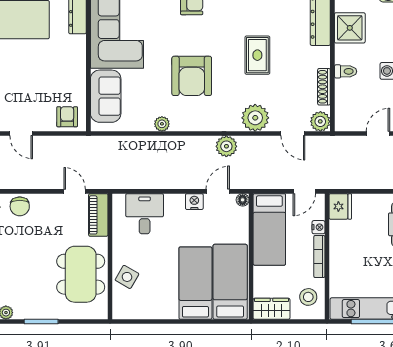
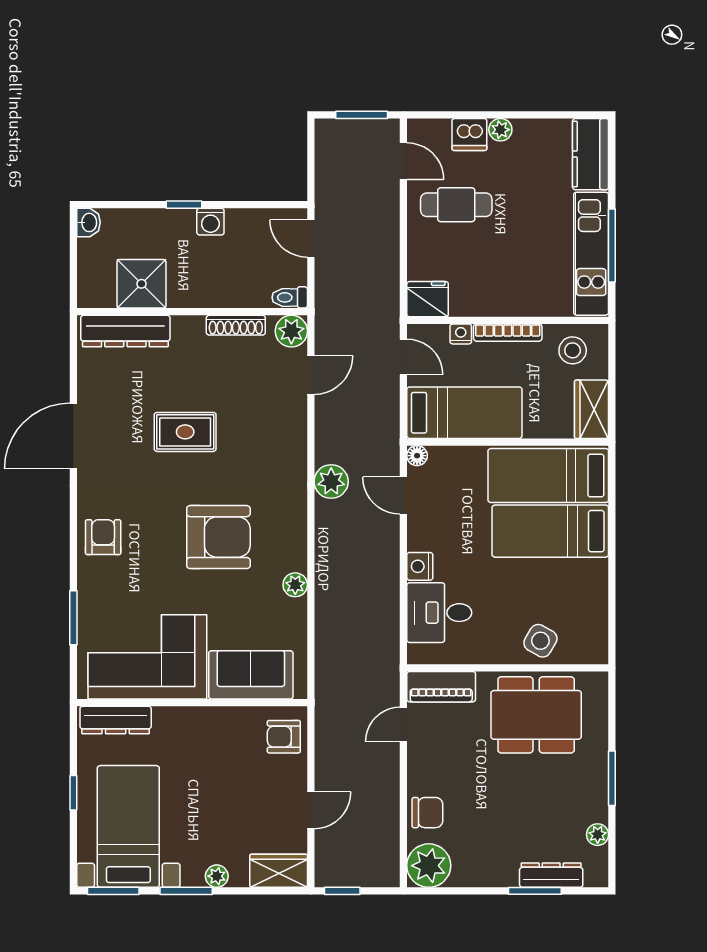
toilet: (346, 71) -> (290, 297), moved, turned -90
plant: (255, 118) -> (286, 435), removed
nightstand: (194, 202) -> (420, 566), moved

